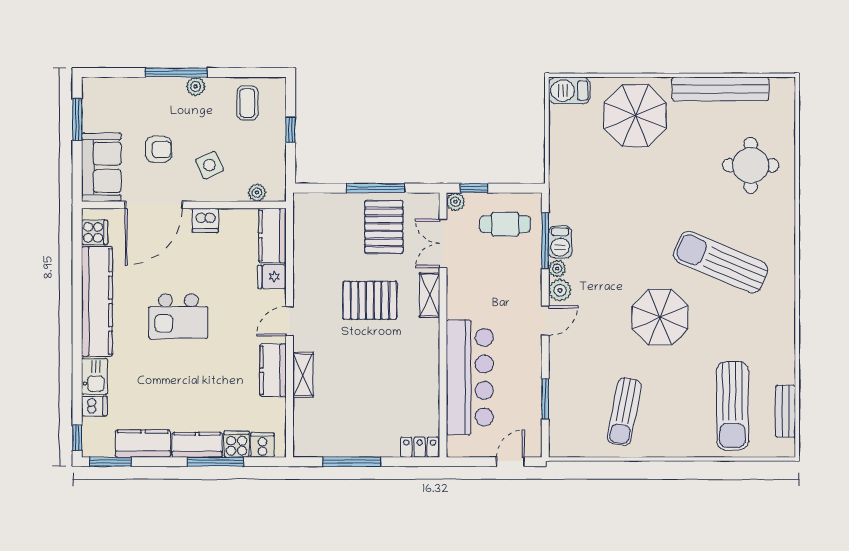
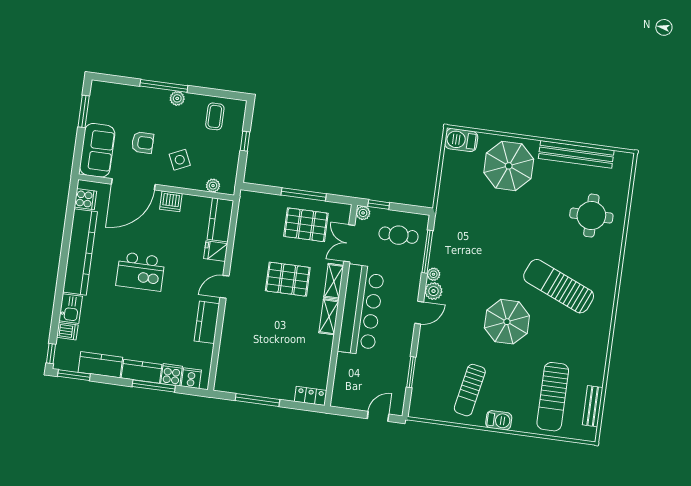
pallet: (384, 227) -> (306, 225), turned 90
barbecue: (560, 242) -> (499, 420), moved, turned -90
shelving: (303, 375) -> (329, 317), moved
bar counter: (470, 377) -> (361, 310), moved

